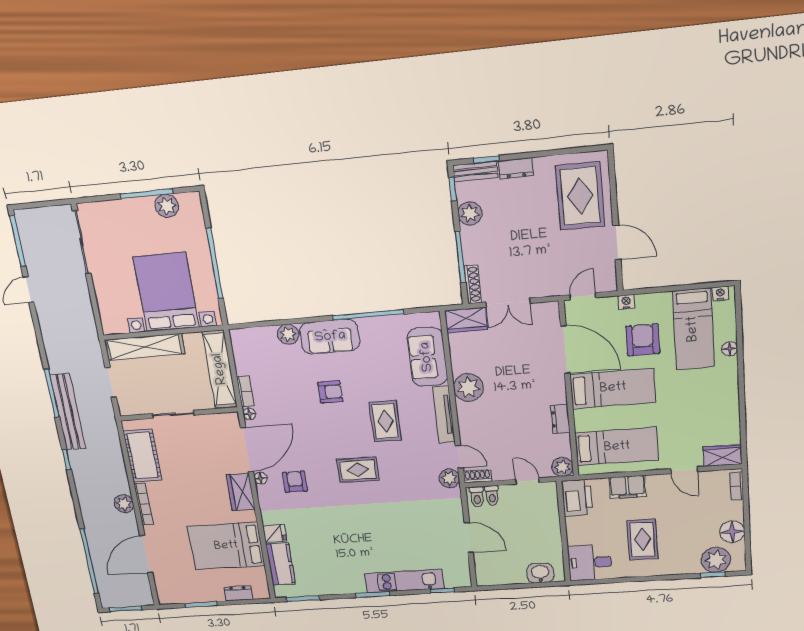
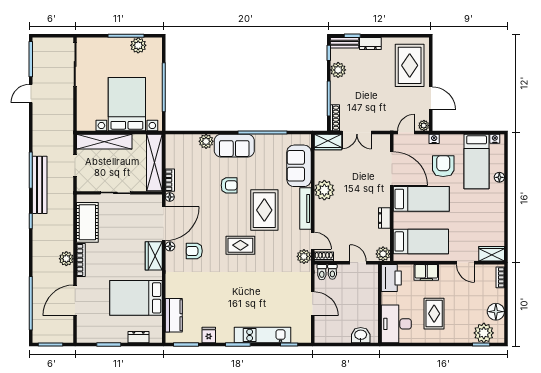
plant: (609, 284) -> (424, 126), added
rug: (385, 421) -> (264, 210), width x1.36, depth x1.43
armchair: (295, 482) -> (194, 251), turned -90
fridge: (275, 534) -> (209, 335), moved, turned -90
desk: (590, 563) -> (396, 324), width x1.37

